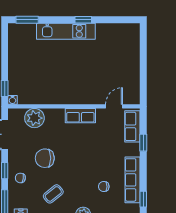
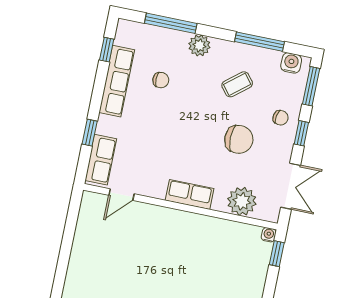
row of seats: (80, 116) -> (190, 194), moved

